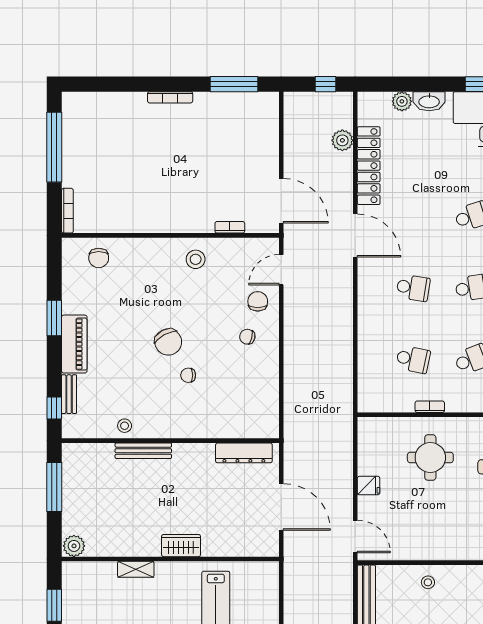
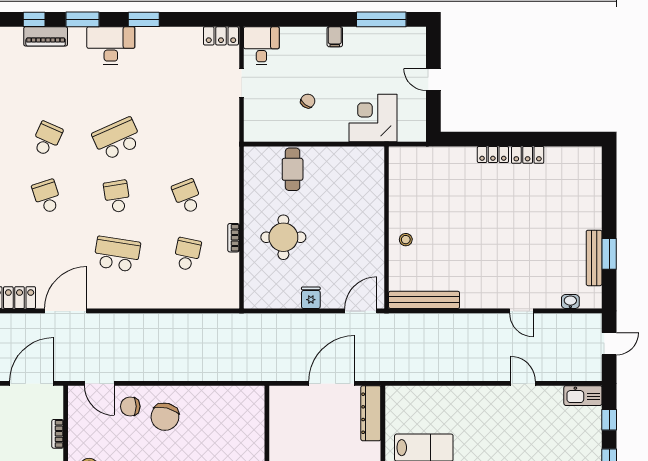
school desk: (413, 288) -> (117, 254), width x1.85
chair: (247, 337) -> (165, 417), width x1.87, depth x1.87
dresser: (244, 453) -> (371, 413), moved, turned 180

